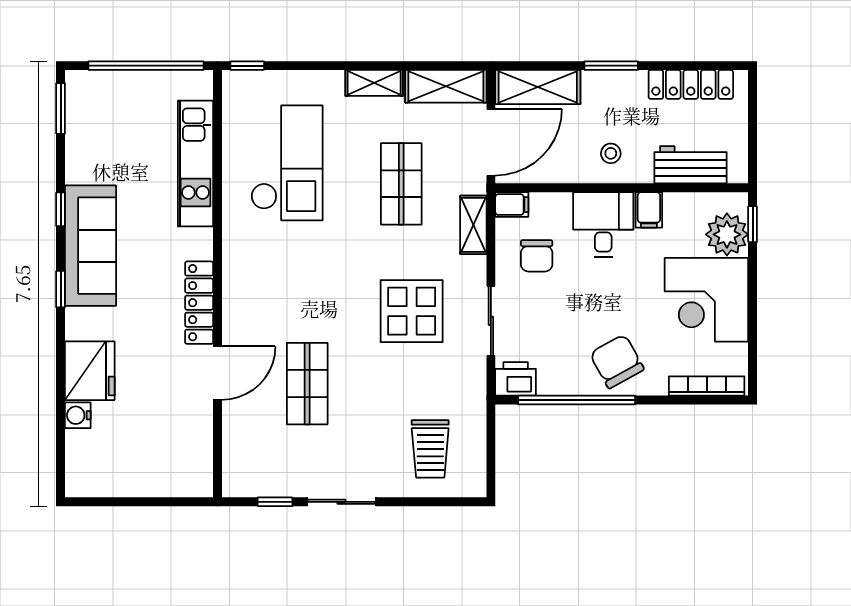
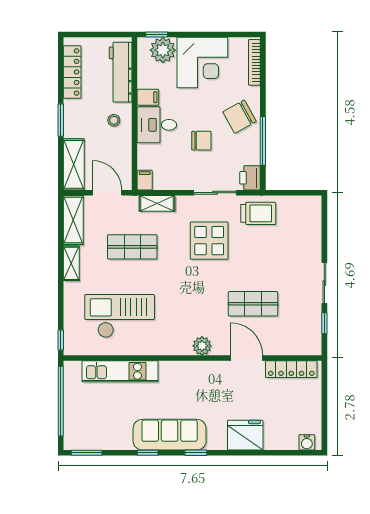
door: (491, 142) -> (107, 193), width x0.73
workbench: (690, 165) -> (121, 72), width x1.37
chair: (537, 256) -> (201, 141), moved
plant: (238, 299) -> (202, 346), added
locker: (199, 303) -> (291, 369), moved
window: (577, 400) -> (263, 141), width x0.68
water cooler: (78, 415) -> (307, 442), moved
trolley: (430, 449) -> (258, 213), moved

